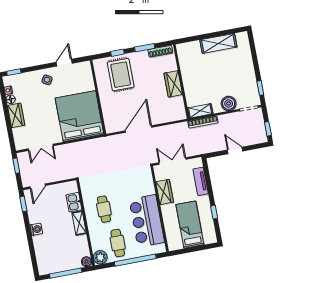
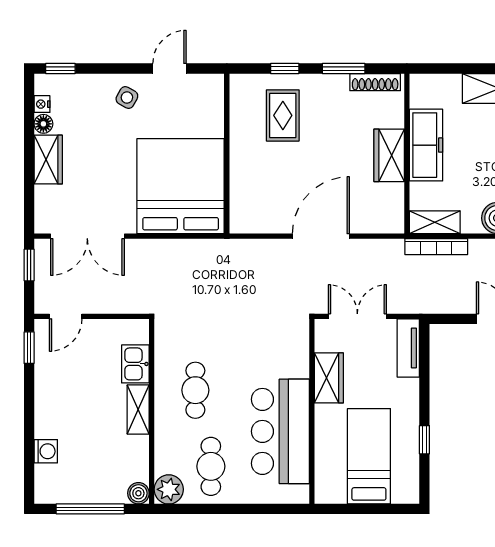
rug: (121, 75) -> (283, 115), width x0.73, depth x0.70
freezer: (189, 76) -> (426, 145), added
door: (139, 129) -> (321, 236), moved
double door: (41, 147) -> (87, 236), width x1.37
tv unit: (201, 181) -> (408, 348), moved
washing machine: (36, 229) -> (46, 451), moved
window: (135, 260) -> (241, 509), removed

